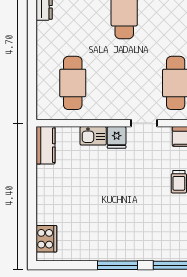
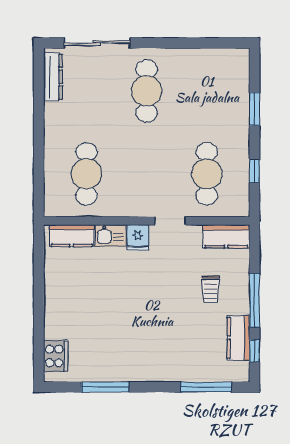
kitchen counter: (46, 145) -> (72, 236), moved, turned 90
window: (118, 265) -> (105, 387), moved

